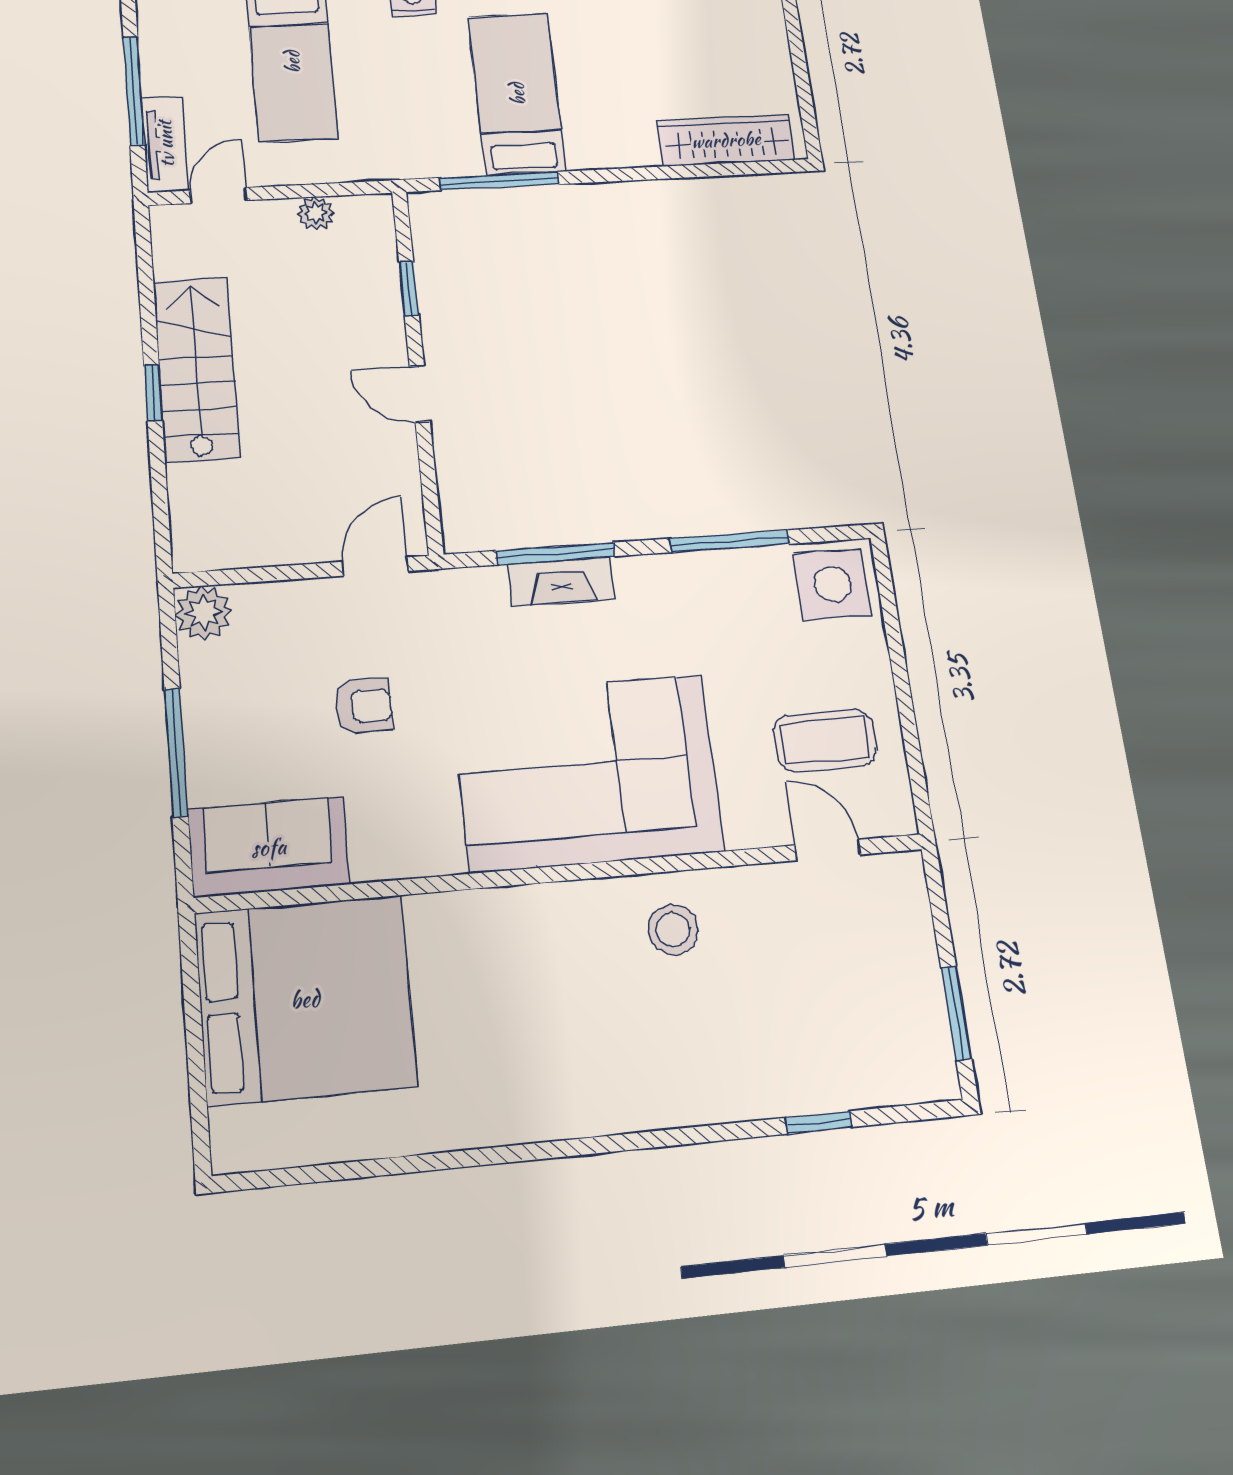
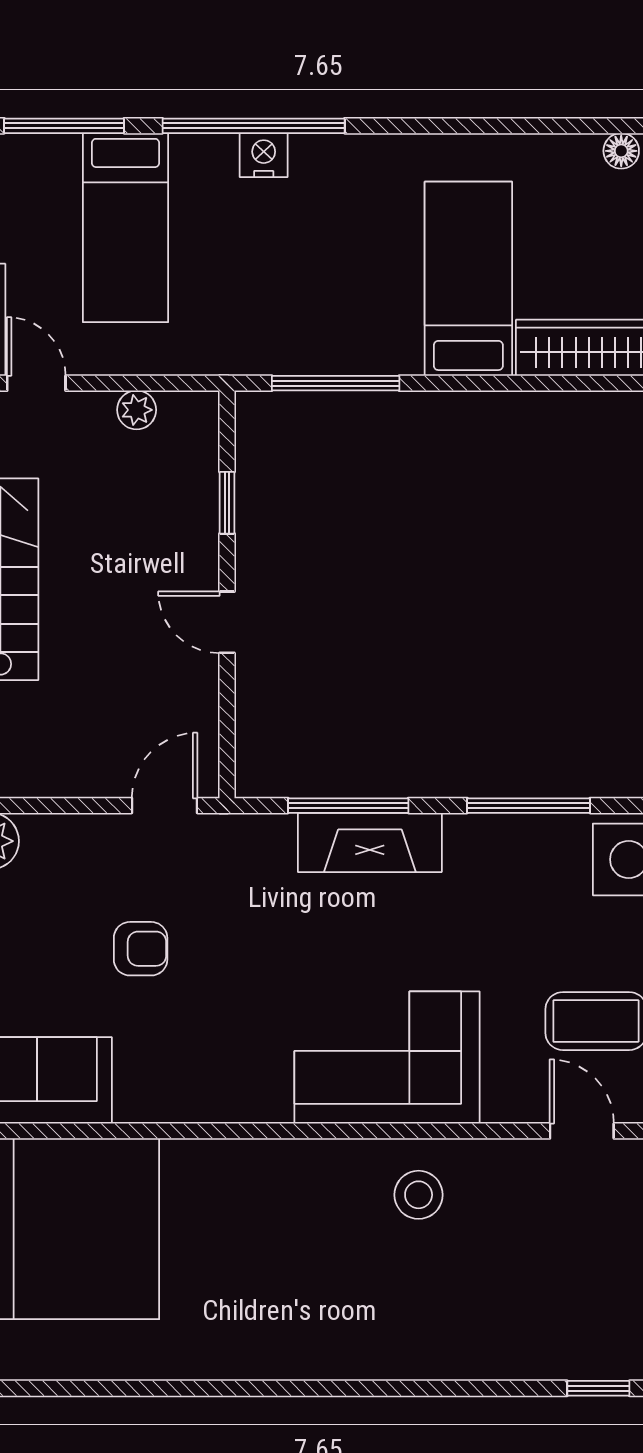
bed: (517, 94) -> (468, 279), moved
door: (218, 195) -> (36, 383), hinge flipped
fireplace: (561, 581) -> (370, 842), width x1.37, depth x1.32
corner sofa: (587, 773) -> (387, 1058), width x0.73, depth x0.74
window: (819, 1122) -> (598, 1388), moved

